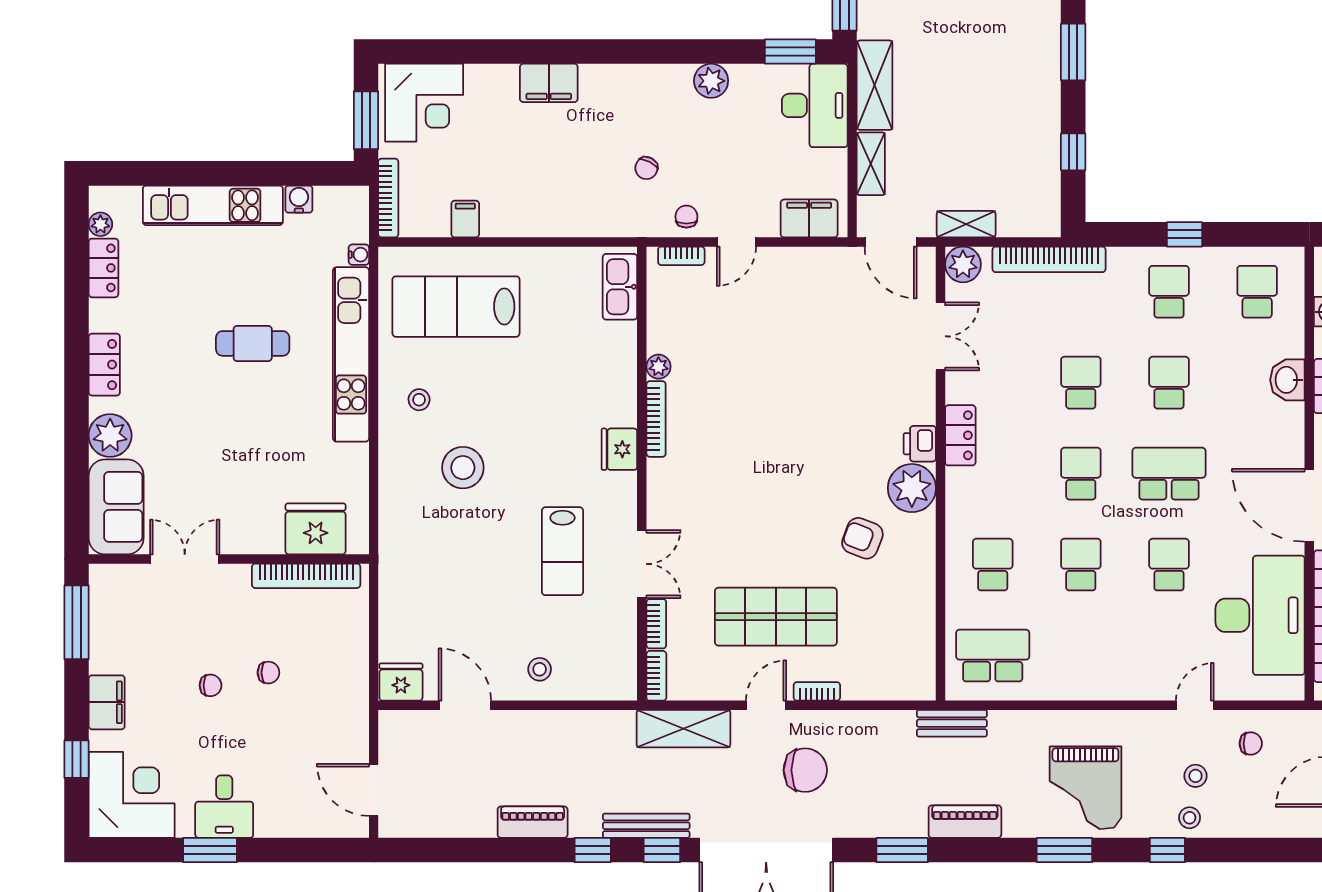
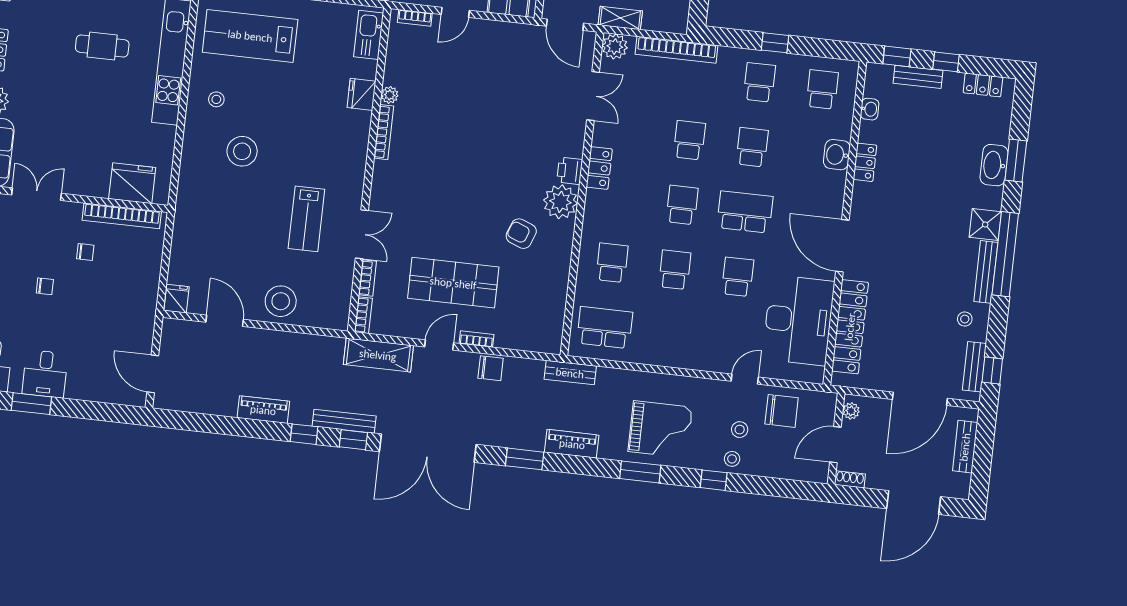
fridge: (619, 449) -> (361, 94), moved
stool: (540, 669) -> (281, 301), width x1.89, depth x1.89
chair: (268, 673) -> (85, 252), moved
fridge: (401, 682) -> (177, 299), width x0.72
chair: (1251, 744) -> (782, 411), width x1.87, depth x1.87
chair: (805, 770) -> (491, 368), moved, width x0.73, depth x0.73
grand piano: (1085, 788) -> (660, 429), turned -90

